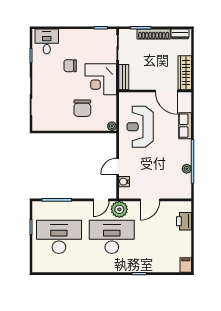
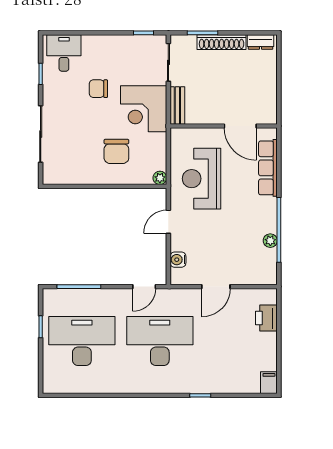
wardrobe: (185, 73) -> (267, 99), removed
row of seats: (185, 126) -> (268, 168), width x1.48
door: (118, 166) -> (168, 222), moved
plant: (119, 209) -> (171, 301), removed

